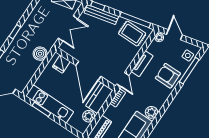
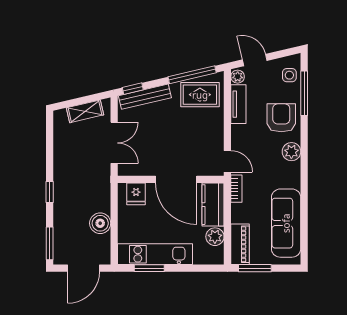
boiler: (40, 54) -> (100, 223), moved
tv unit: (142, 64) -> (238, 104), moved
armchair: (168, 76) -> (281, 118), turned 90
plant: (151, 112) -> (291, 152), moved

